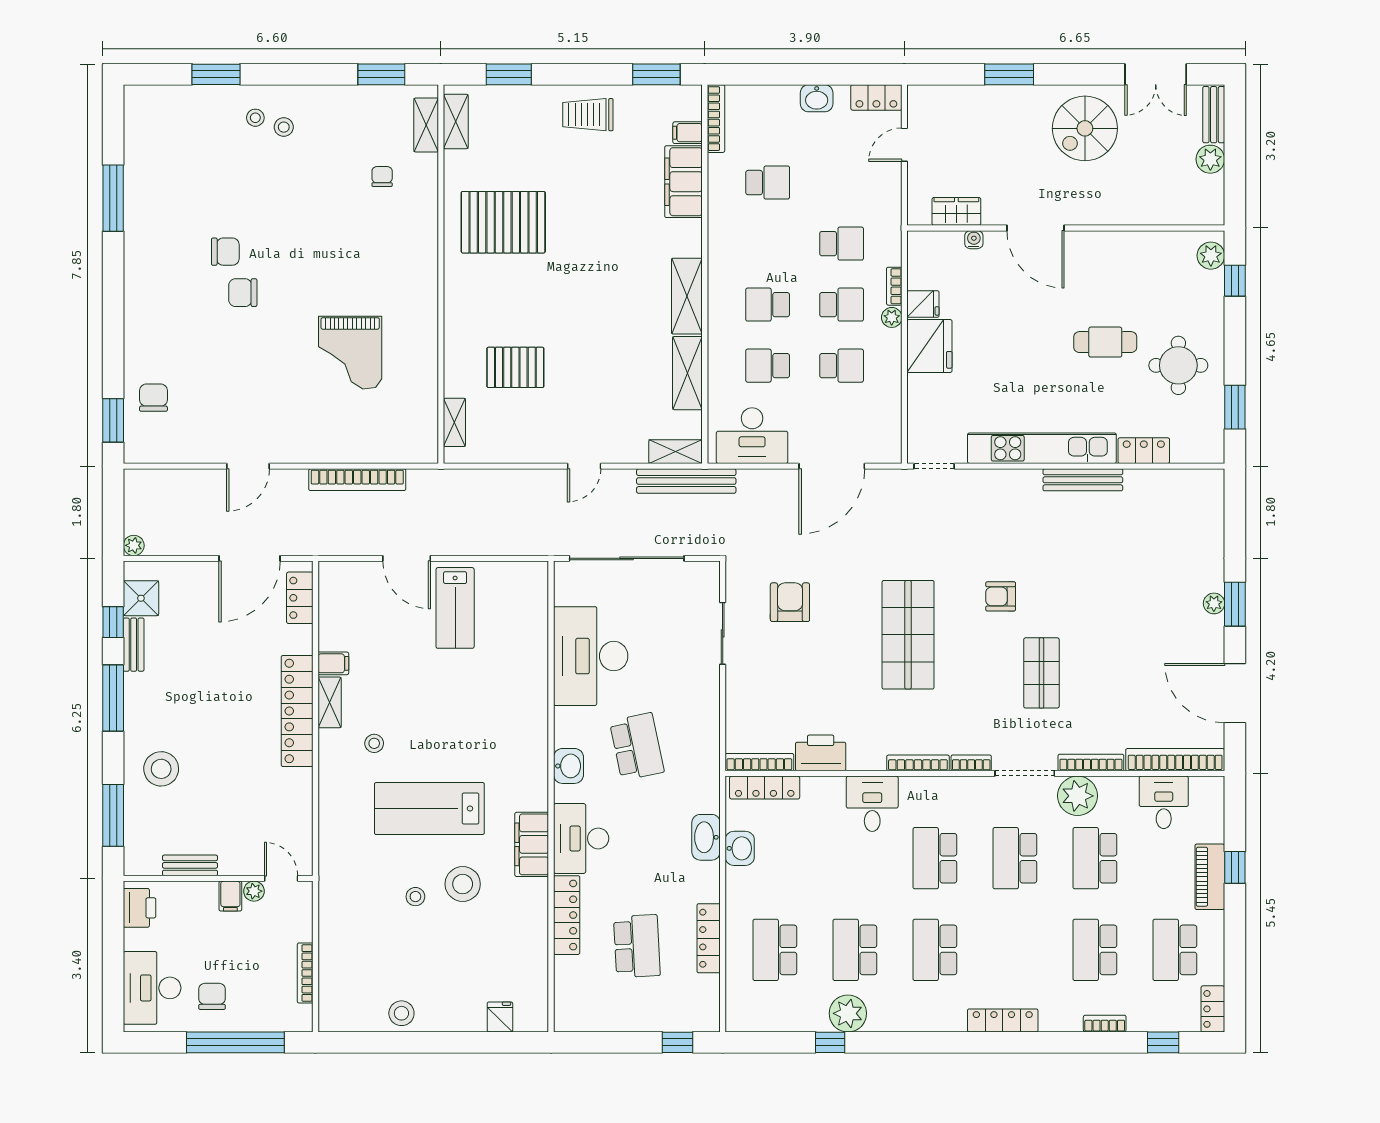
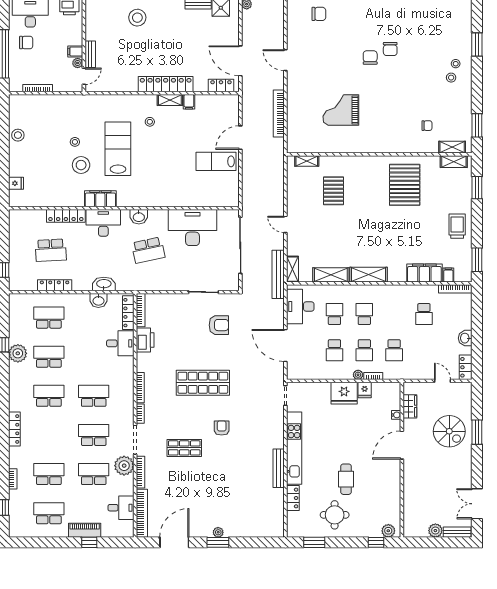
spiral stairs: (1085, 128) -> (449, 431), moved, turned 180
desk: (872, 804) -> (120, 343), moved
bench: (190, 865) -> (90, 54), moved
locker: (1213, 1009) -> (20, 532), removed

